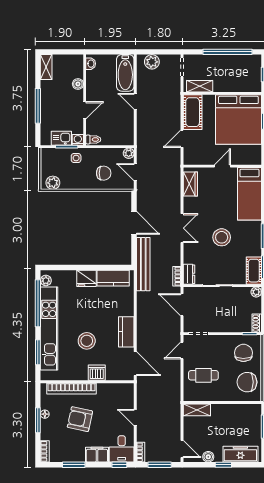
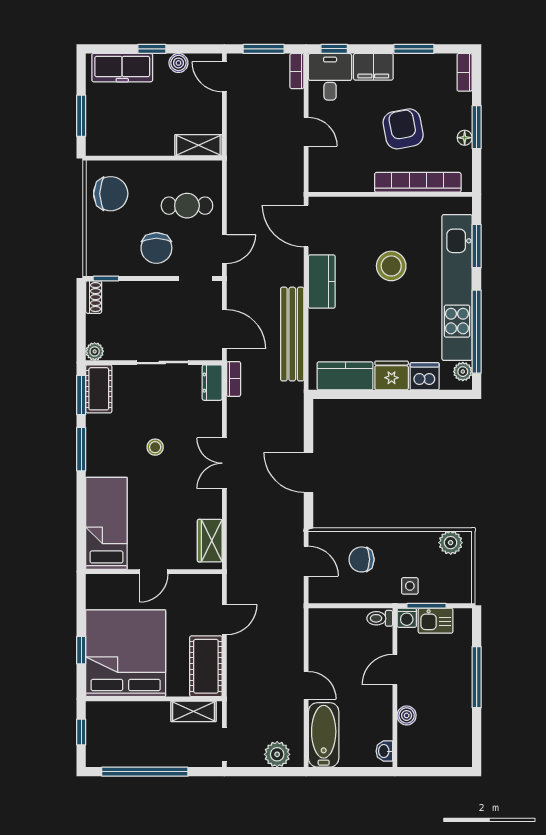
shelving: (46, 67) -> (462, 745), removed
plant: (129, 153) -> (318, 594), removed
stool: (222, 237) -> (155, 447), width x0.53, depth x0.53
bench: (143, 264) -> (292, 334), moved
chair: (243, 353) -> (156, 248), moved
dishwasher: (97, 373) -> (425, 376), moved, turned 180
armchair: (80, 419) -> (403, 129), turned -113

